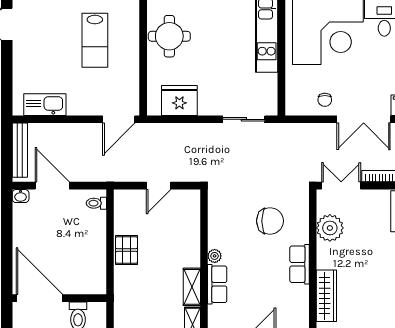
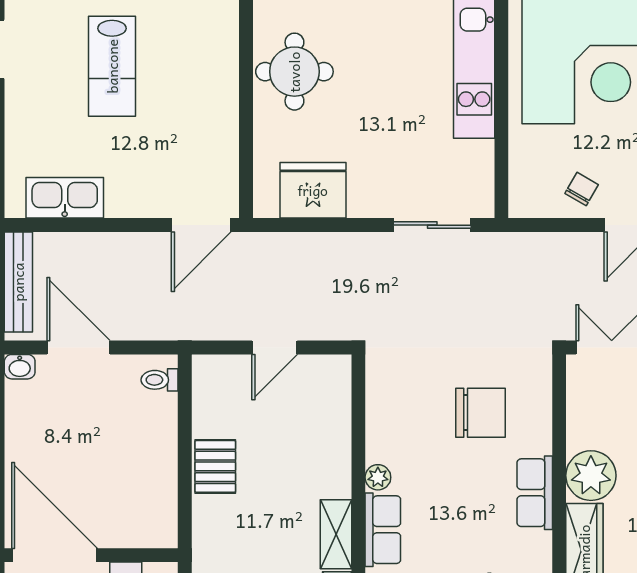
lab bench: (95, 40) -> (112, 66), moved
chair: (325, 100) -> (582, 189), turned -150
plant: (330, 228) -> (591, 476), moved

